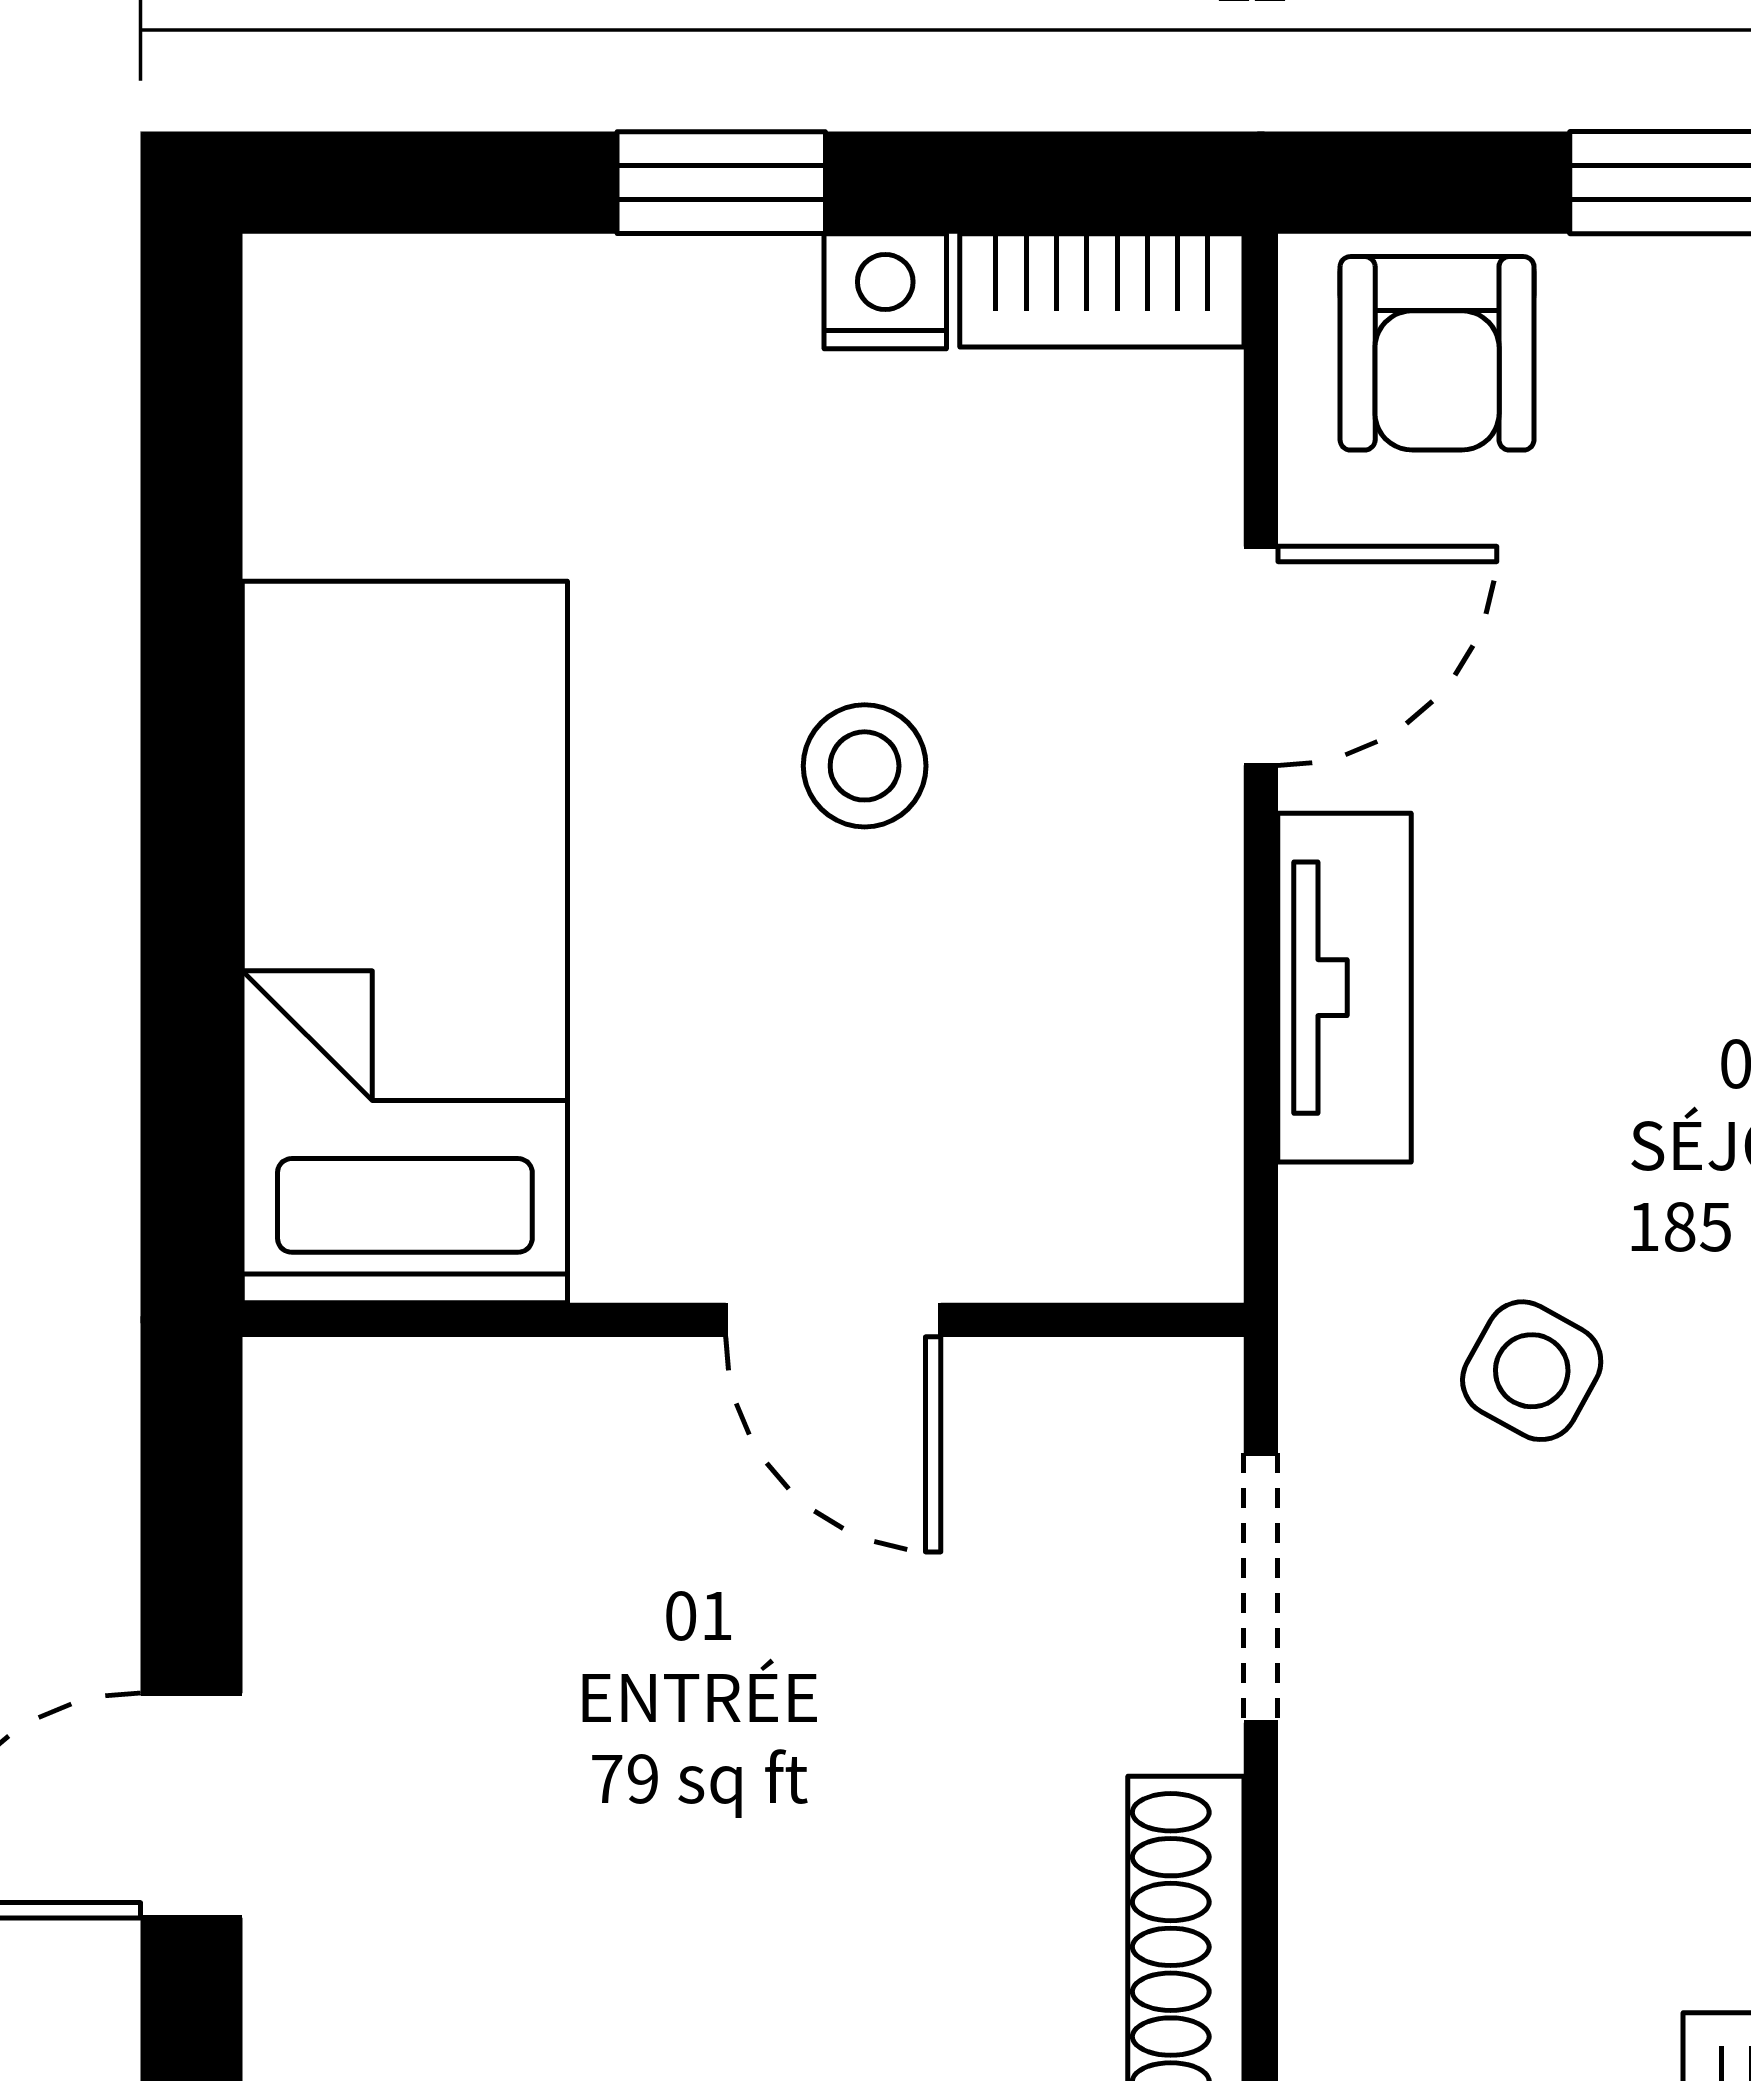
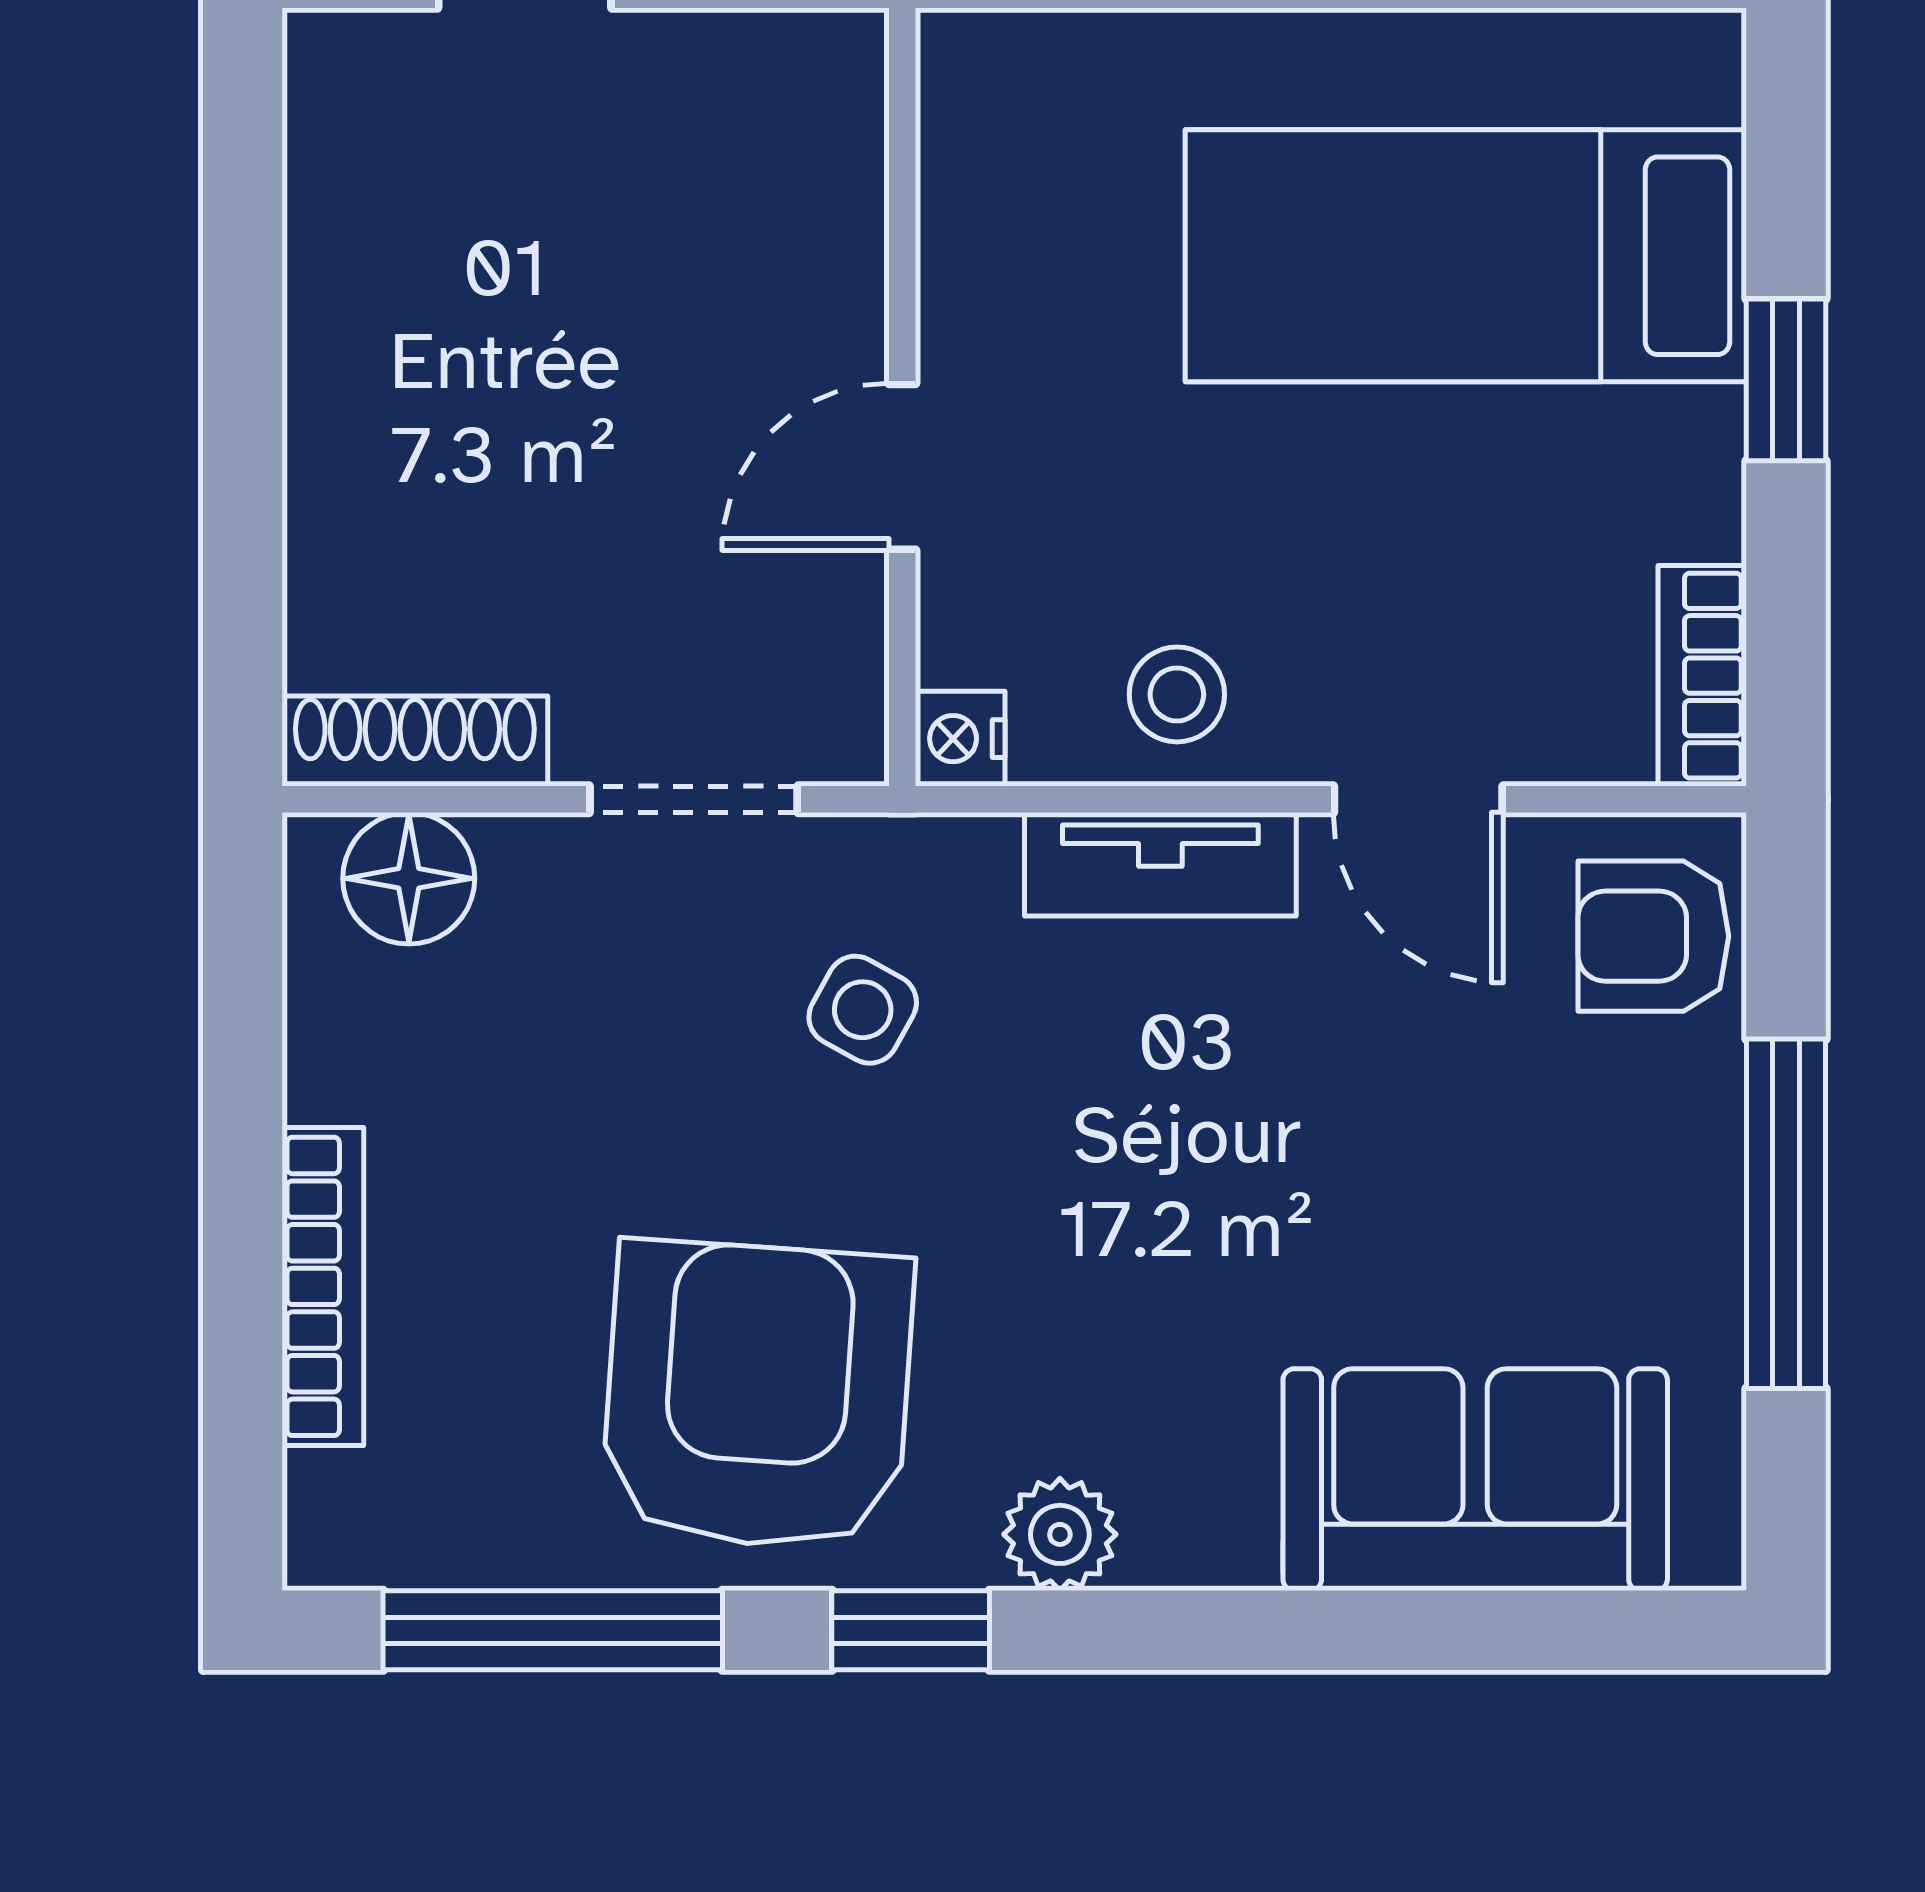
nightstand: (885, 291) -> (960, 739), moved, turned 180
stool: (865, 766) -> (1177, 694), moved
bed: (405, 942) -> (1466, 256), moved, turned 180
floor lamp: (1363, 1955) -> (409, 878), added

